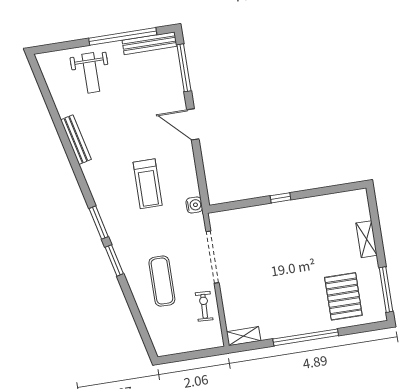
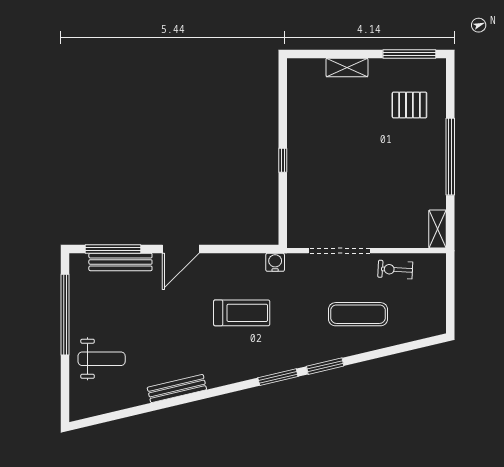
bench: (150, 43) -> (120, 262), moved, turned 90
pallet: (343, 296) -> (409, 105), width x0.67, depth x0.71

